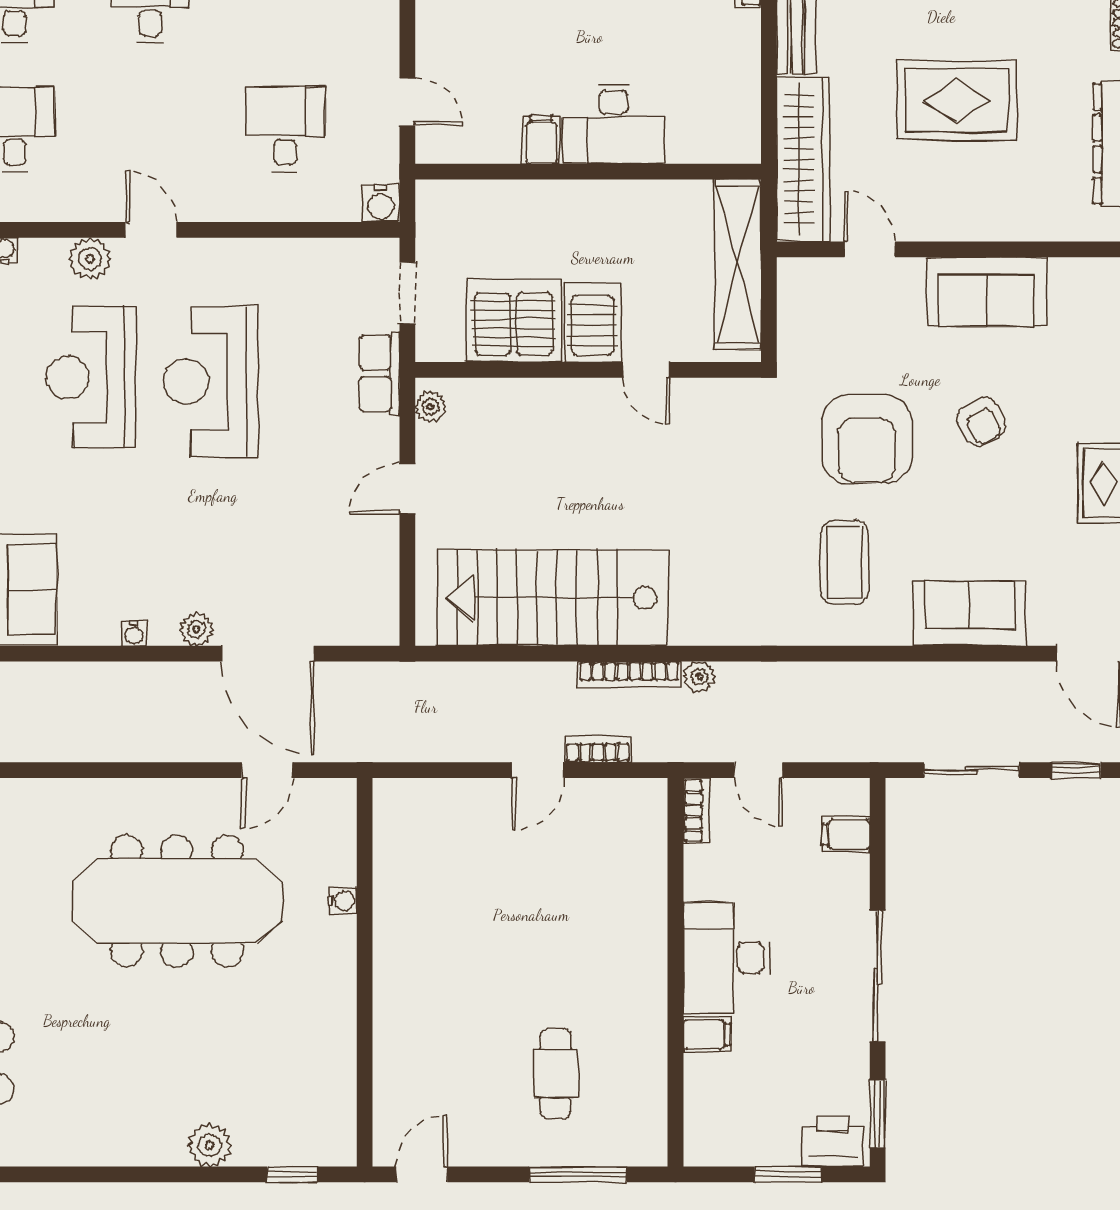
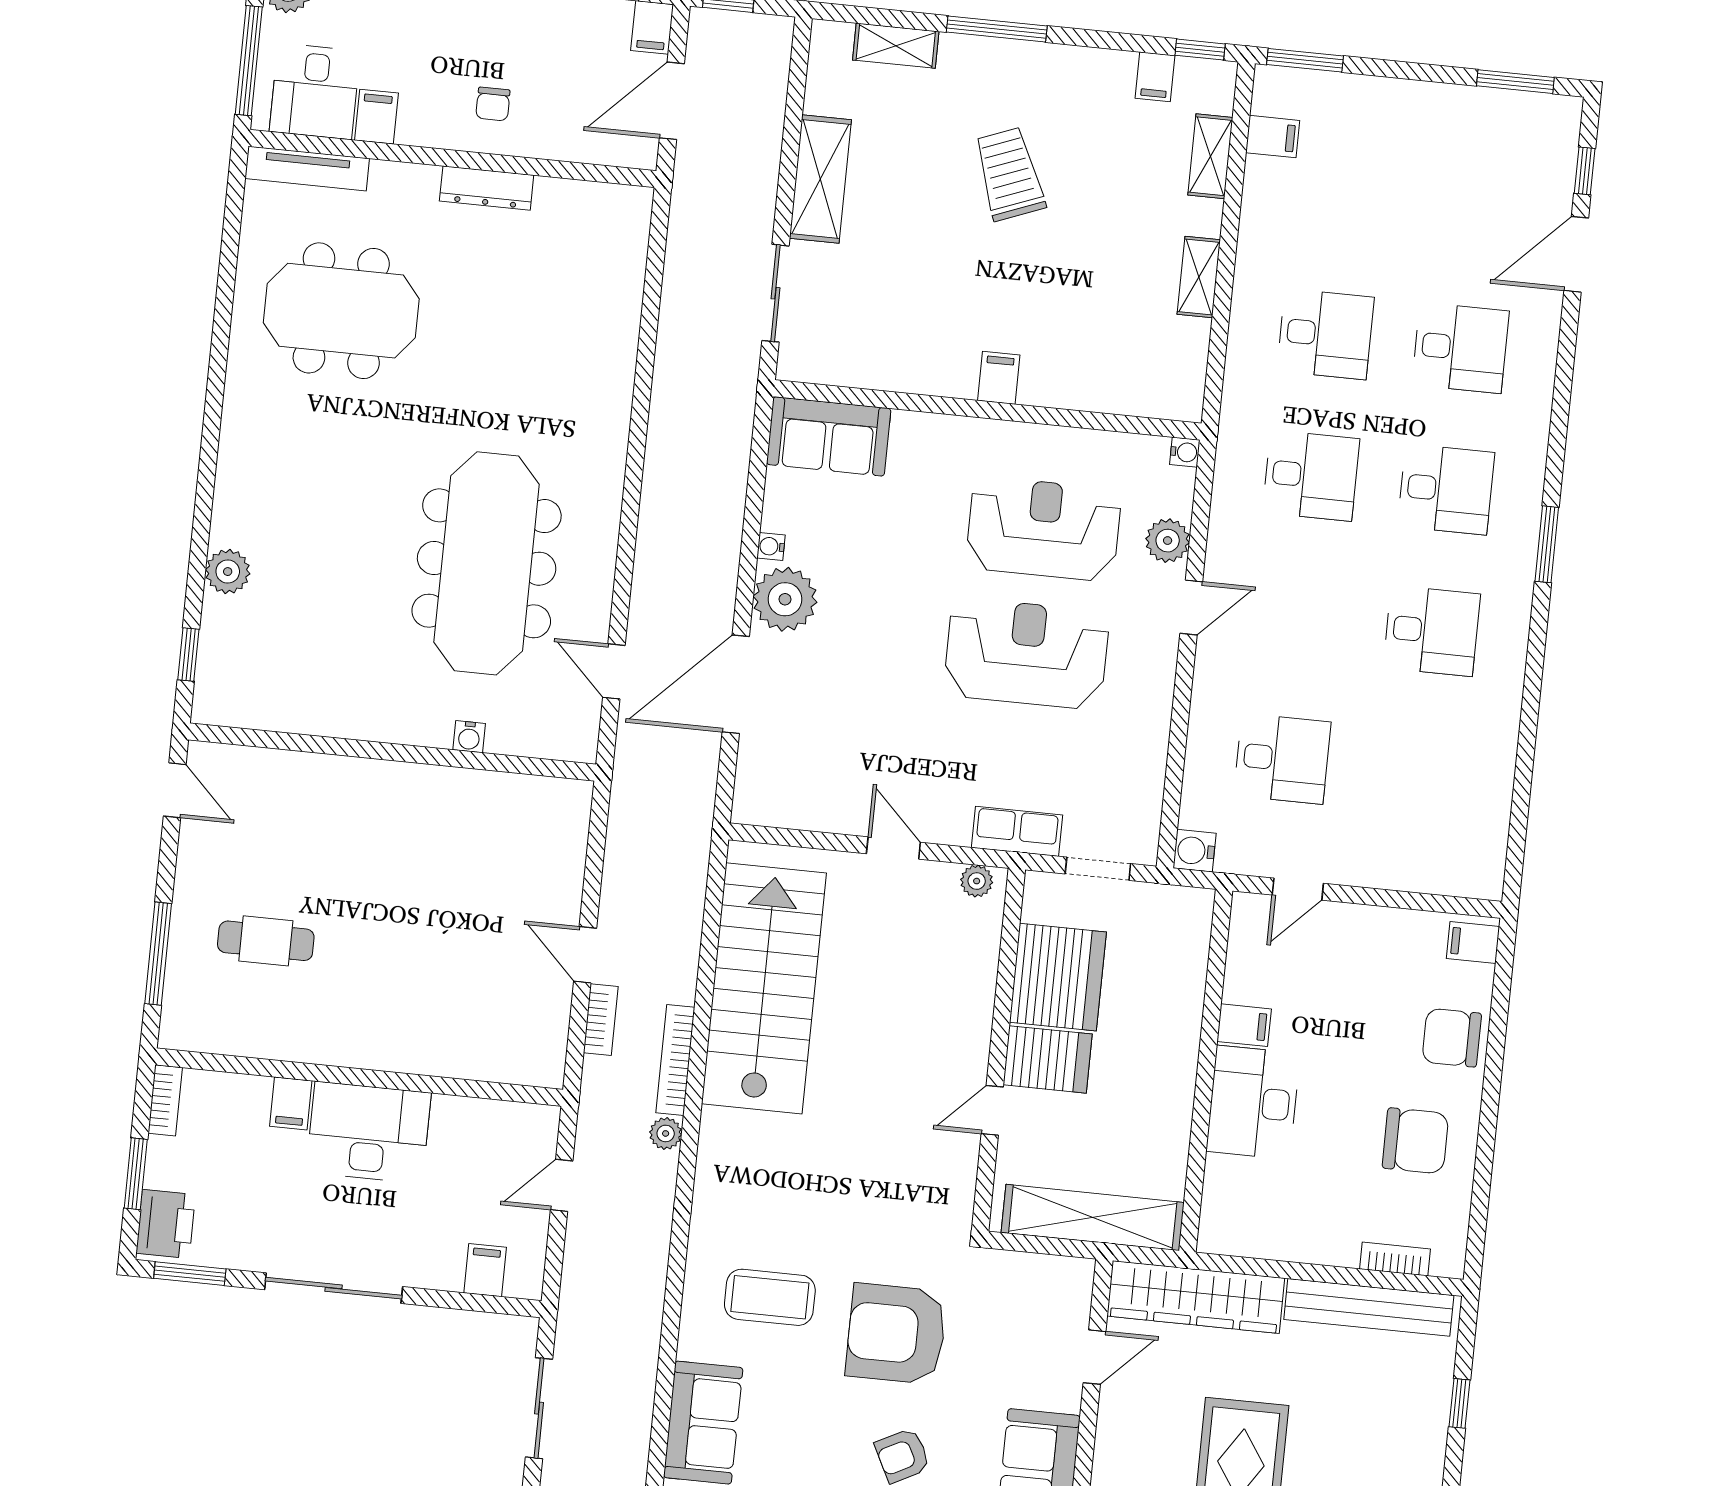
plant: (197, 629) -> (785, 599), width x1.88, depth x1.88
bookcase: (696, 811) -> (165, 1100), moved, turned -90

